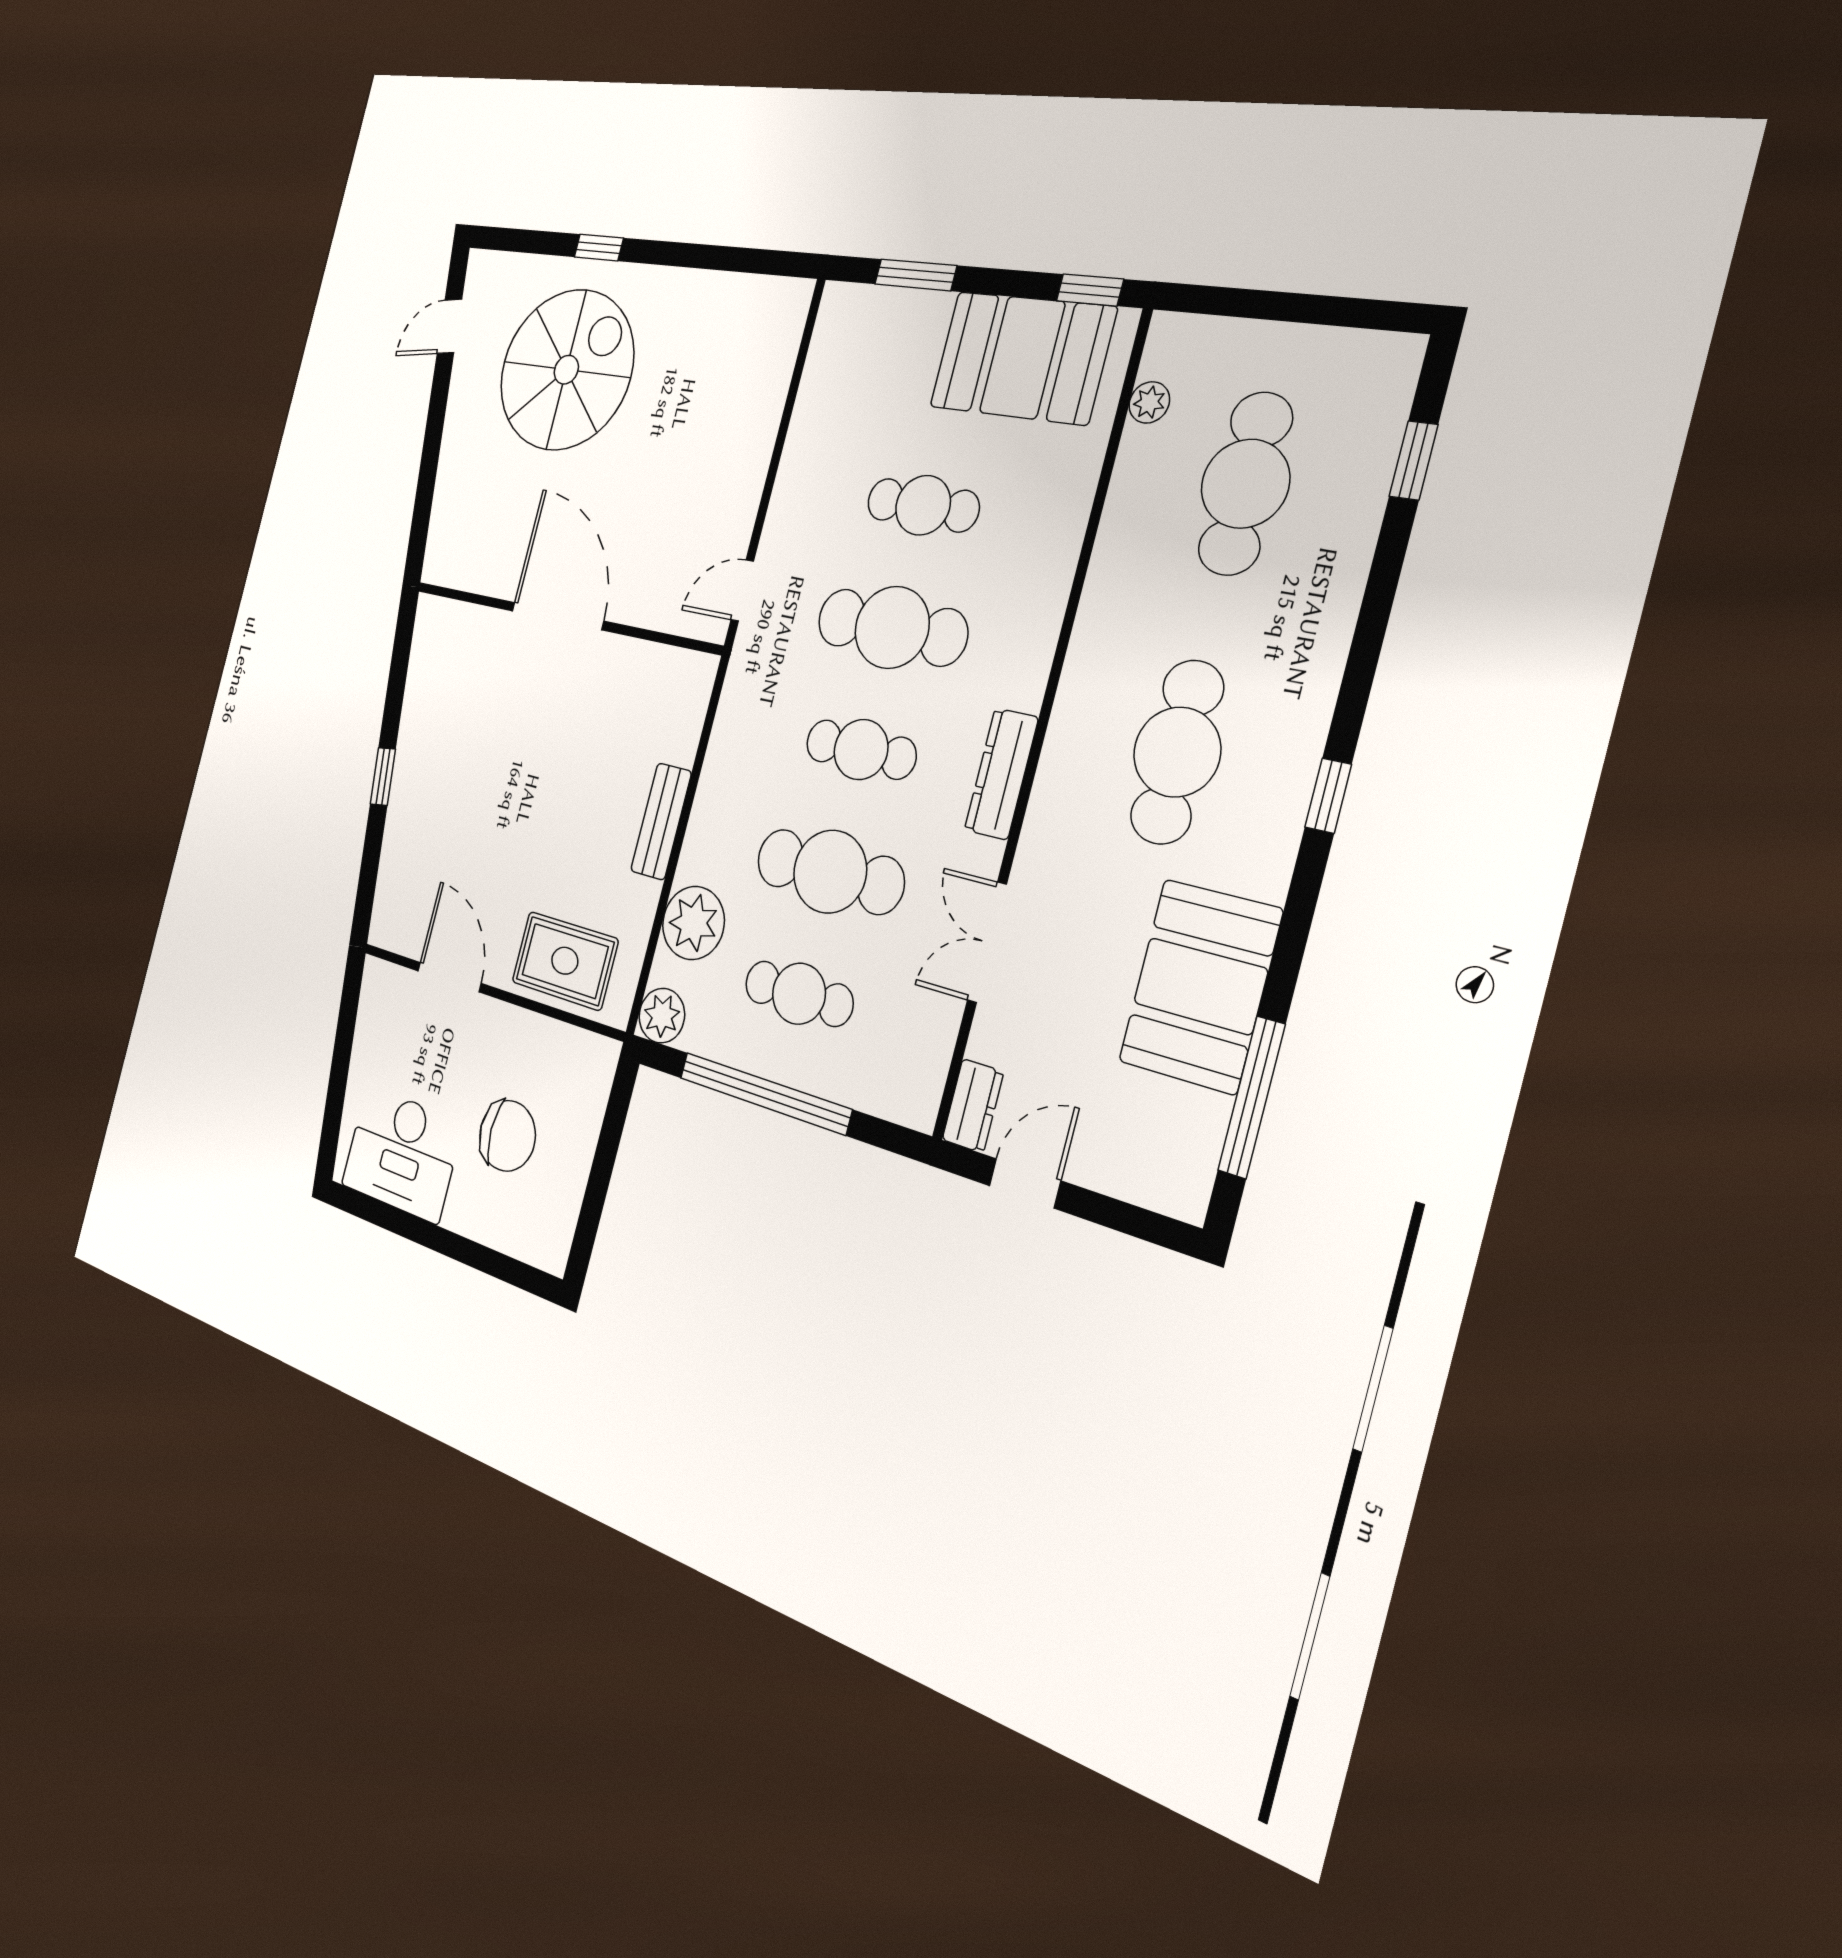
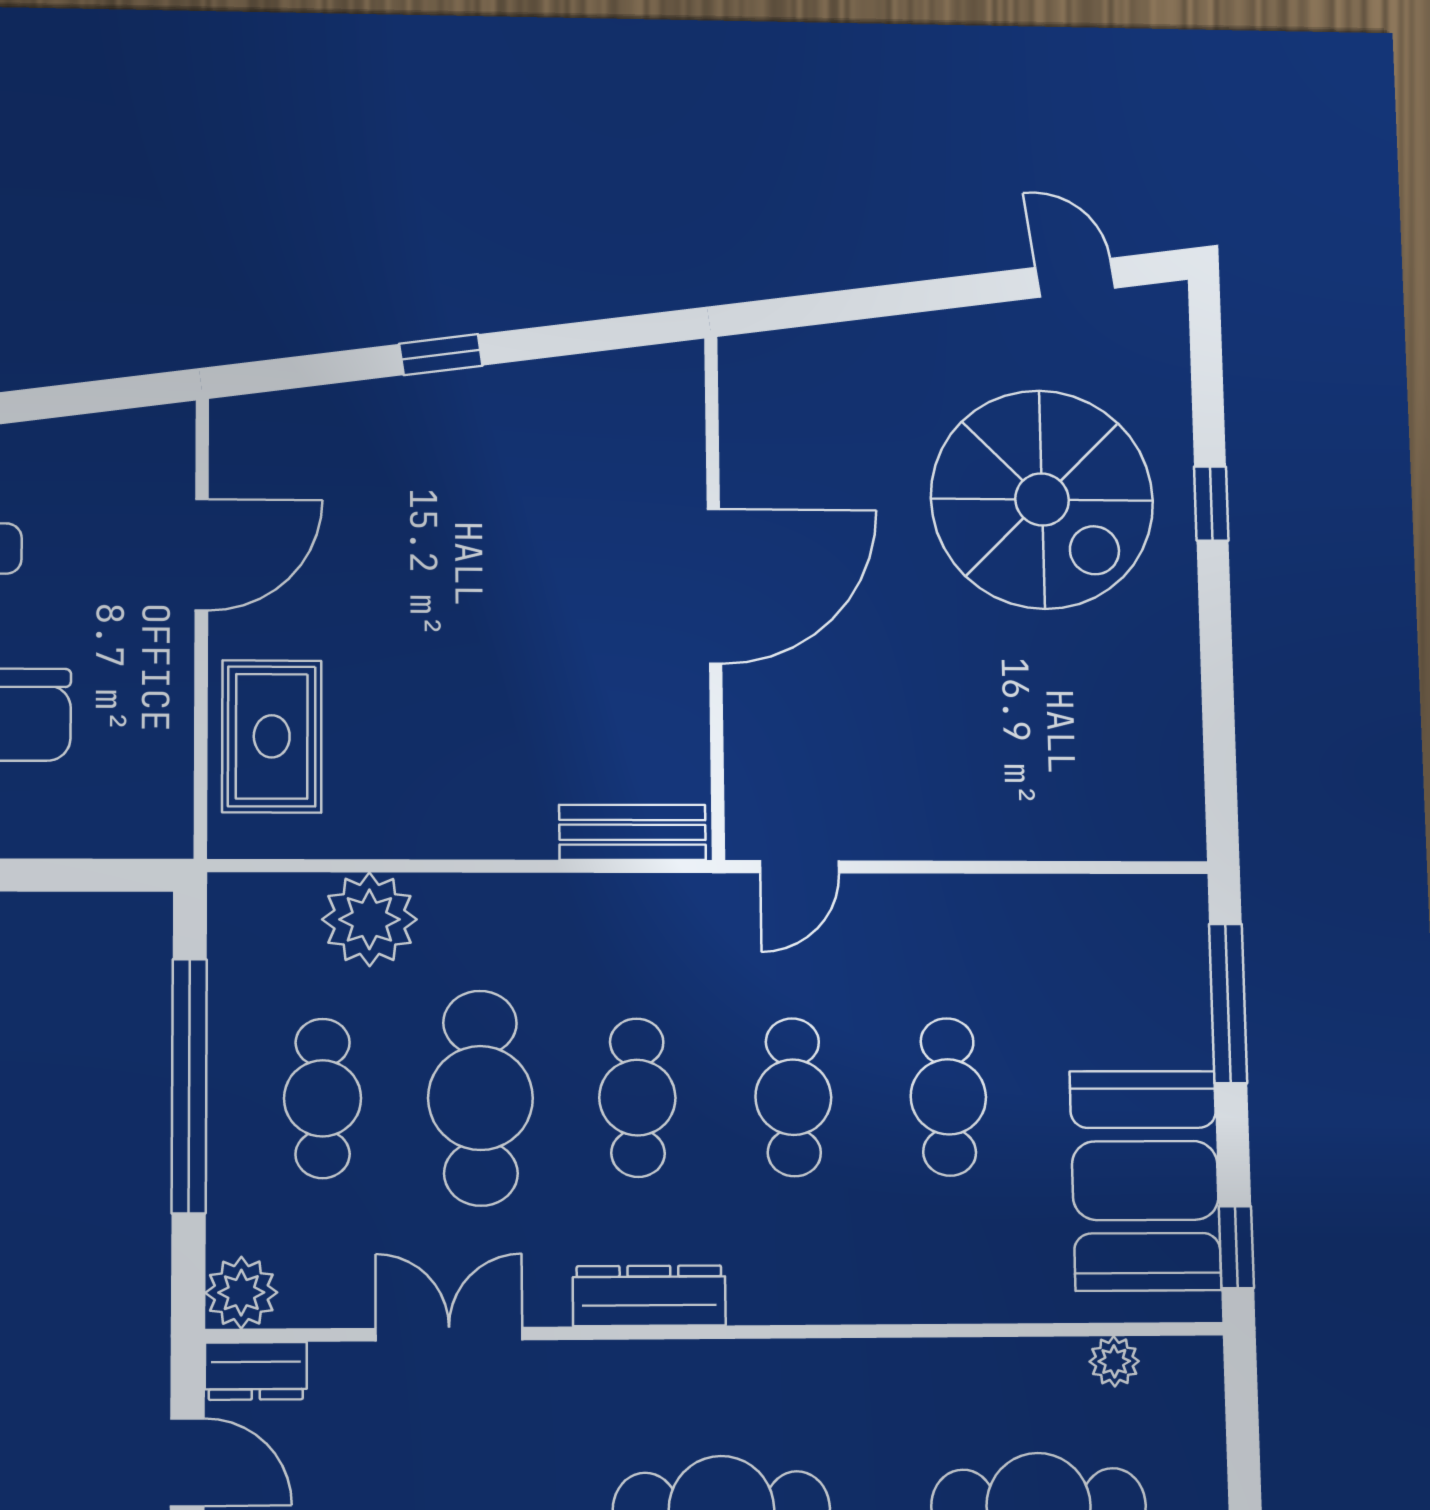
window: (916, 275) -> (1228, 1003), width x1.44
door: (742, 591) -> (799, 867), swing flipped
cafe table: (892, 627) -> (793, 1097), width x0.73, depth x0.74
bench: (661, 821) -> (632, 832), moved
plant: (662, 1016) -> (241, 1293), moved

